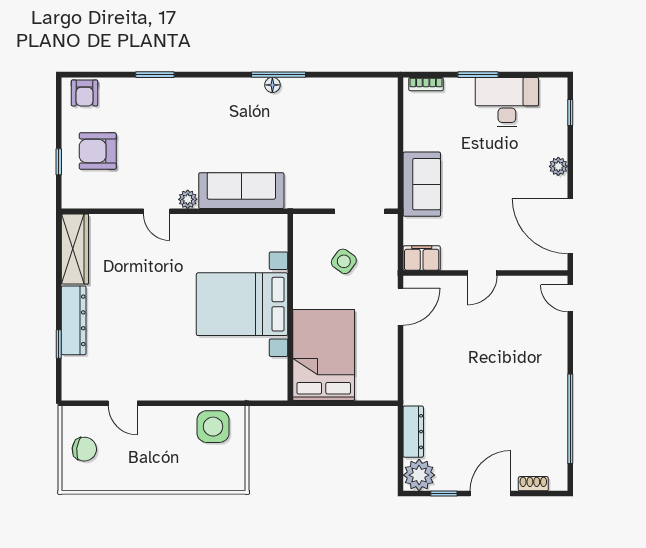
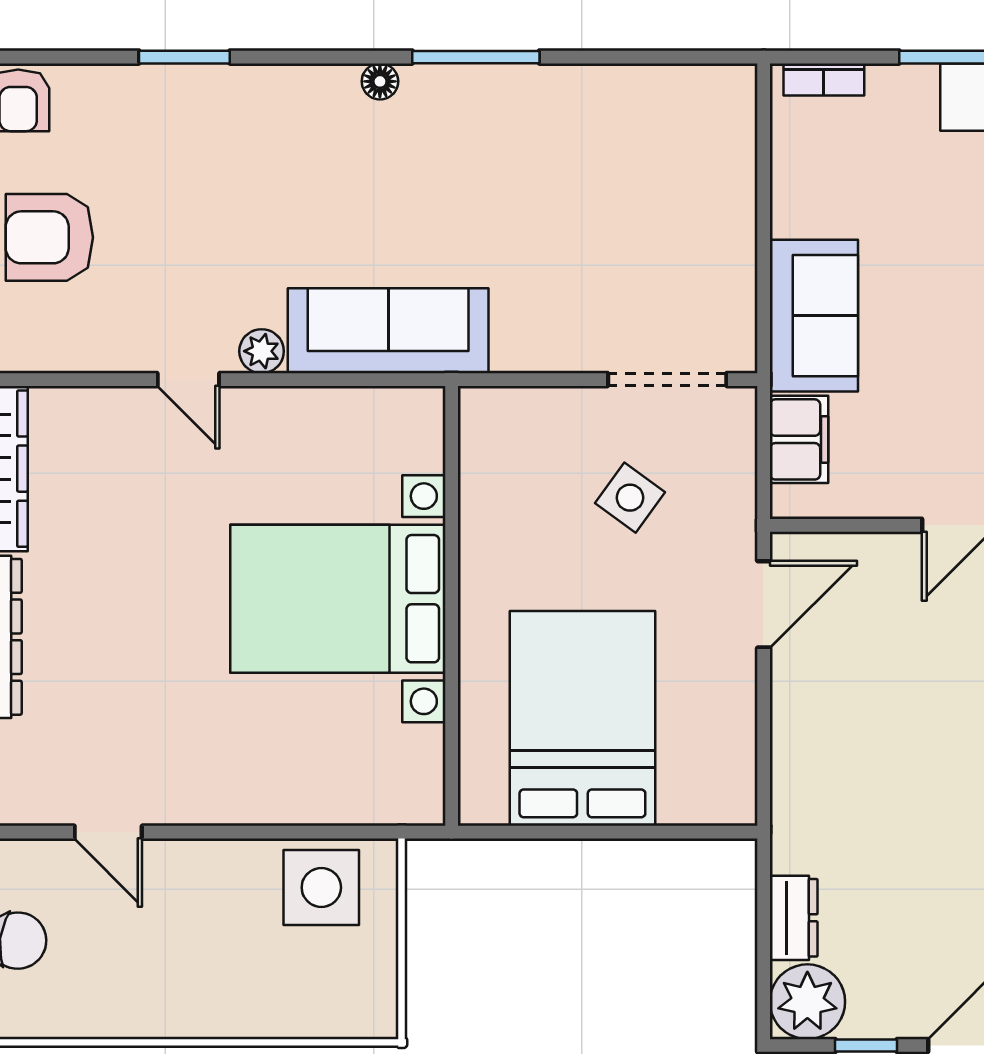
floor lamp: (272, 85) -> (380, 81), moved
filing cabinet: (422, 258) -> (799, 439), moved, turned 90
bed with nightstands: (242, 304) -> (338, 599), moved
wall: (290, 307) -> (452, 606), moved
dresser: (413, 432) -> (794, 918), width x0.70

